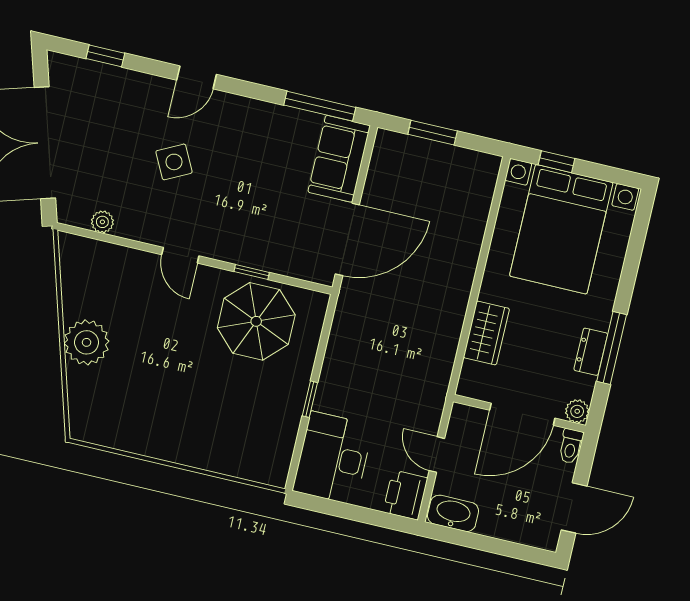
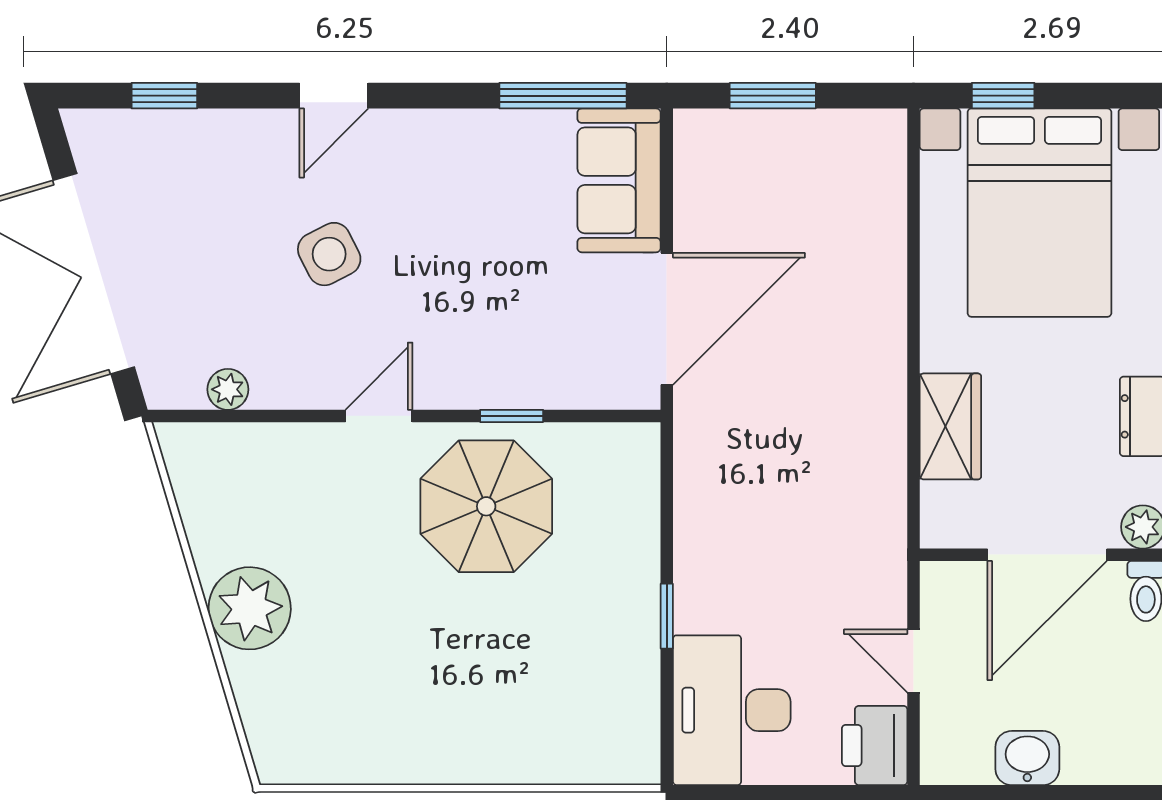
door: (180, 255) -> (379, 416), swing flipped
parasol: (256, 321) -> (486, 506), moved
washbasin: (453, 513) -> (1027, 758), moved, width x0.72

